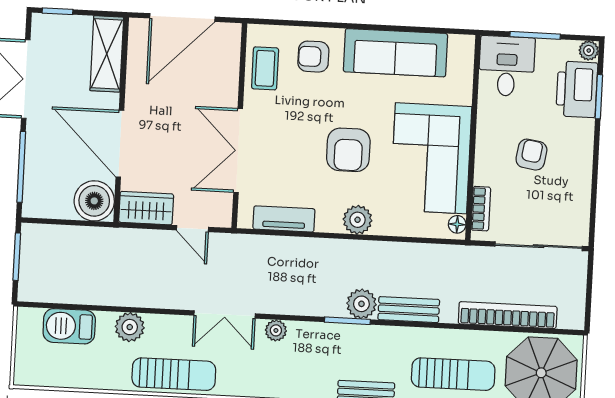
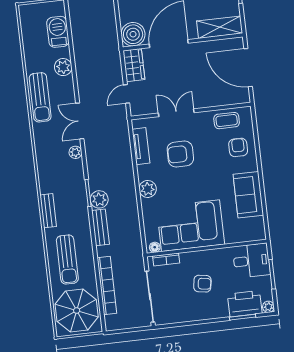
sofa: (395, 53) -> (248, 195), width x0.73
armchair: (348, 150) -> (180, 154), moved
double door: (238, 151) -> (176, 113), width x0.73

